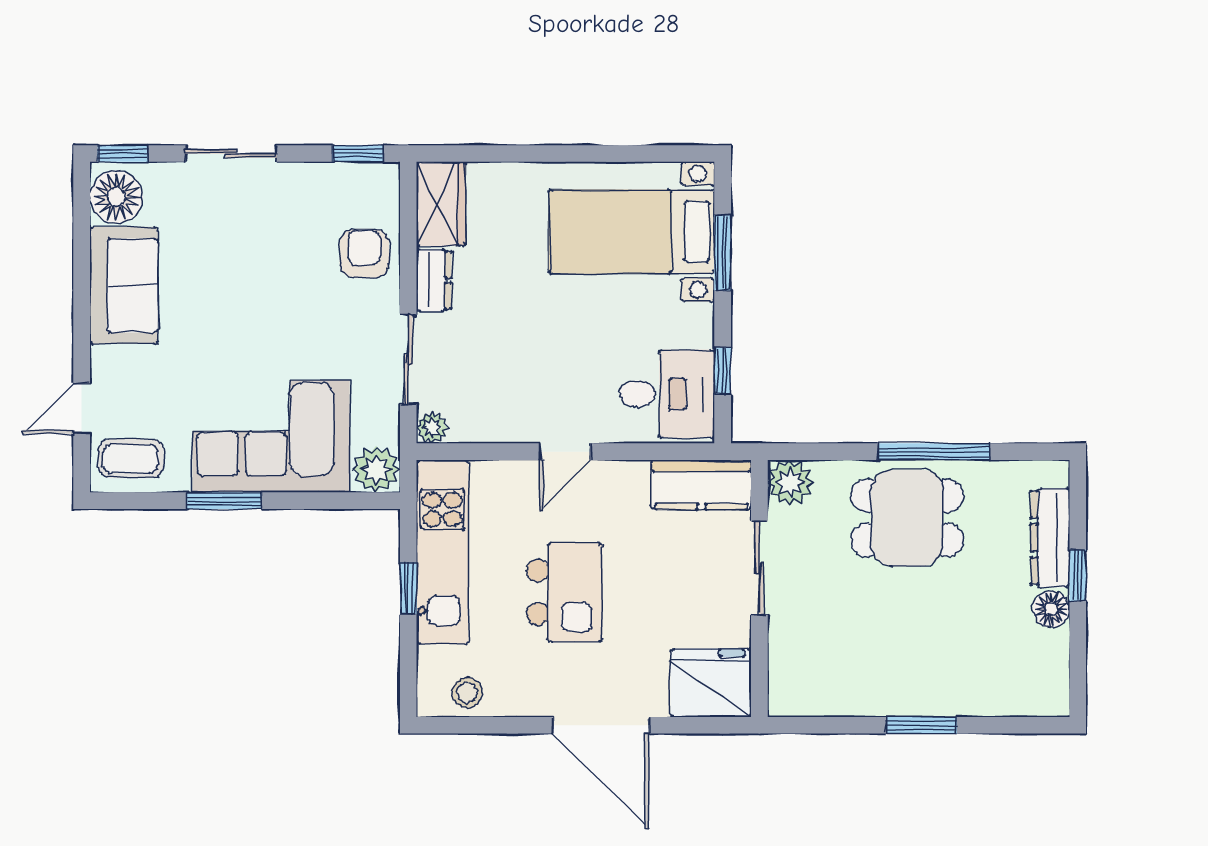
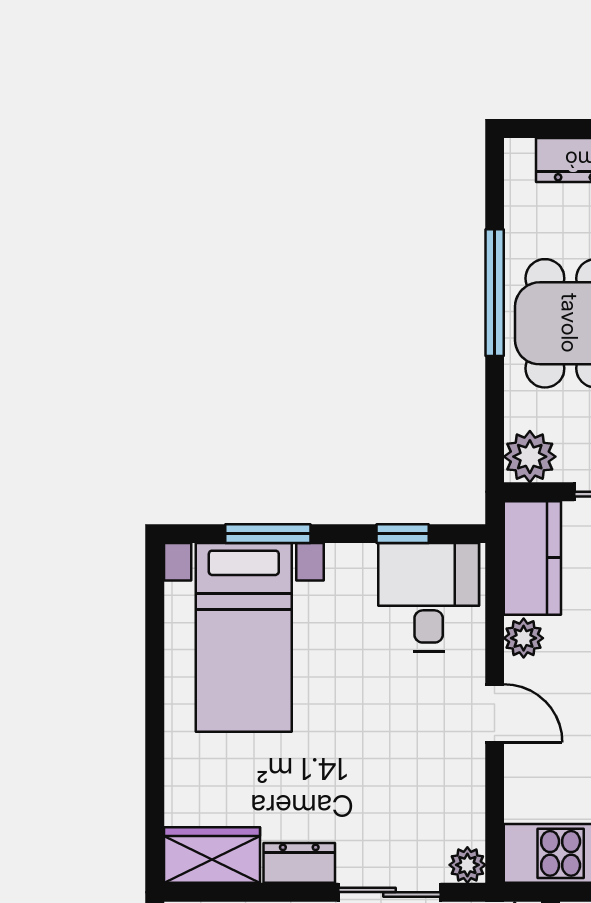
plant: (631, 477) -> (524, 638), added

